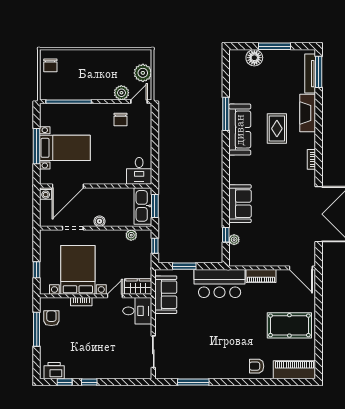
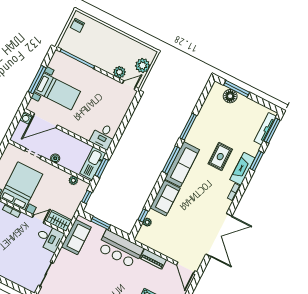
window: (275, 46) -> (237, 89), moved
fireplace: (308, 113) -> (242, 169), moved
window: (319, 113) -> (257, 161), added
chair: (120, 120) -> (109, 91), removed
sofa: (240, 130) -> (182, 164), moved
window: (226, 159) -> (171, 160), added

